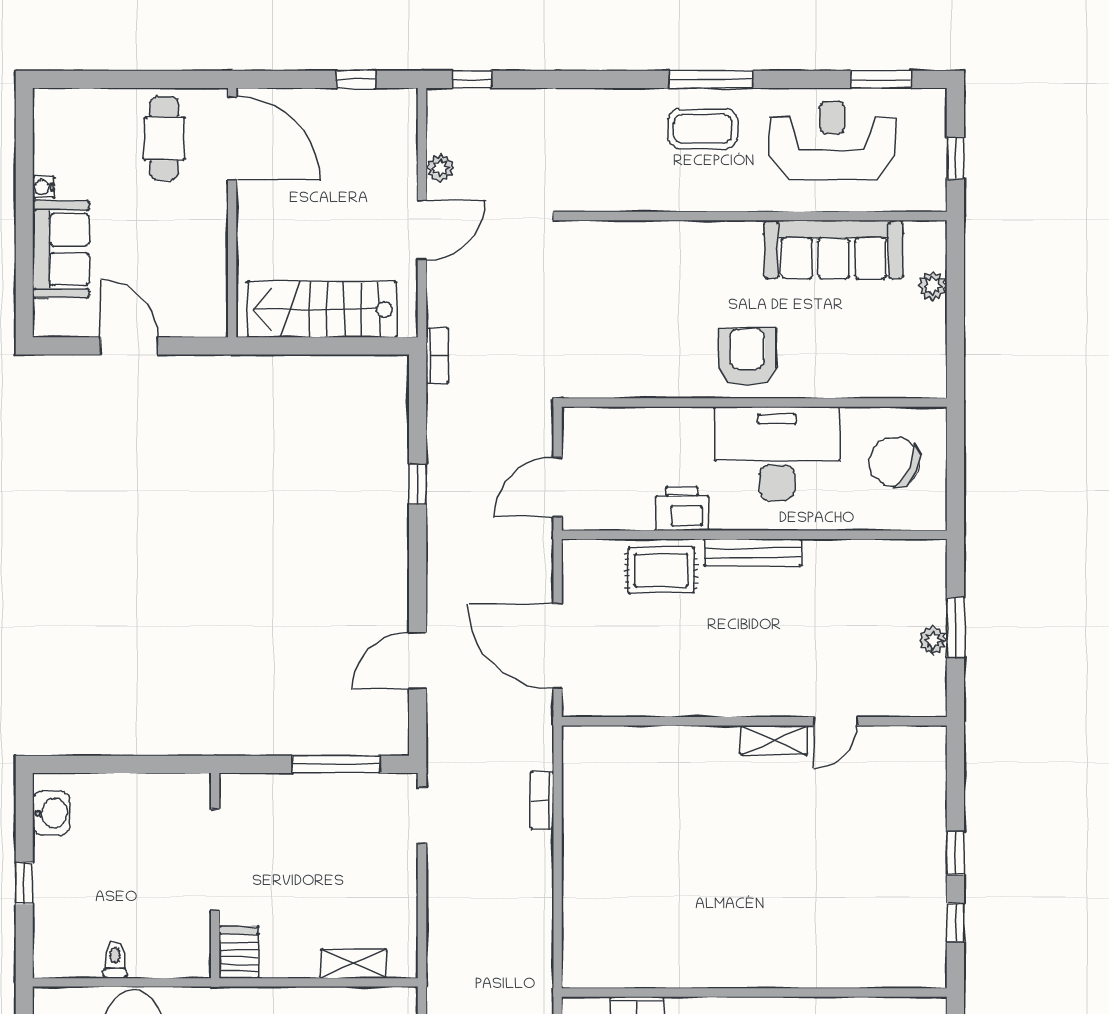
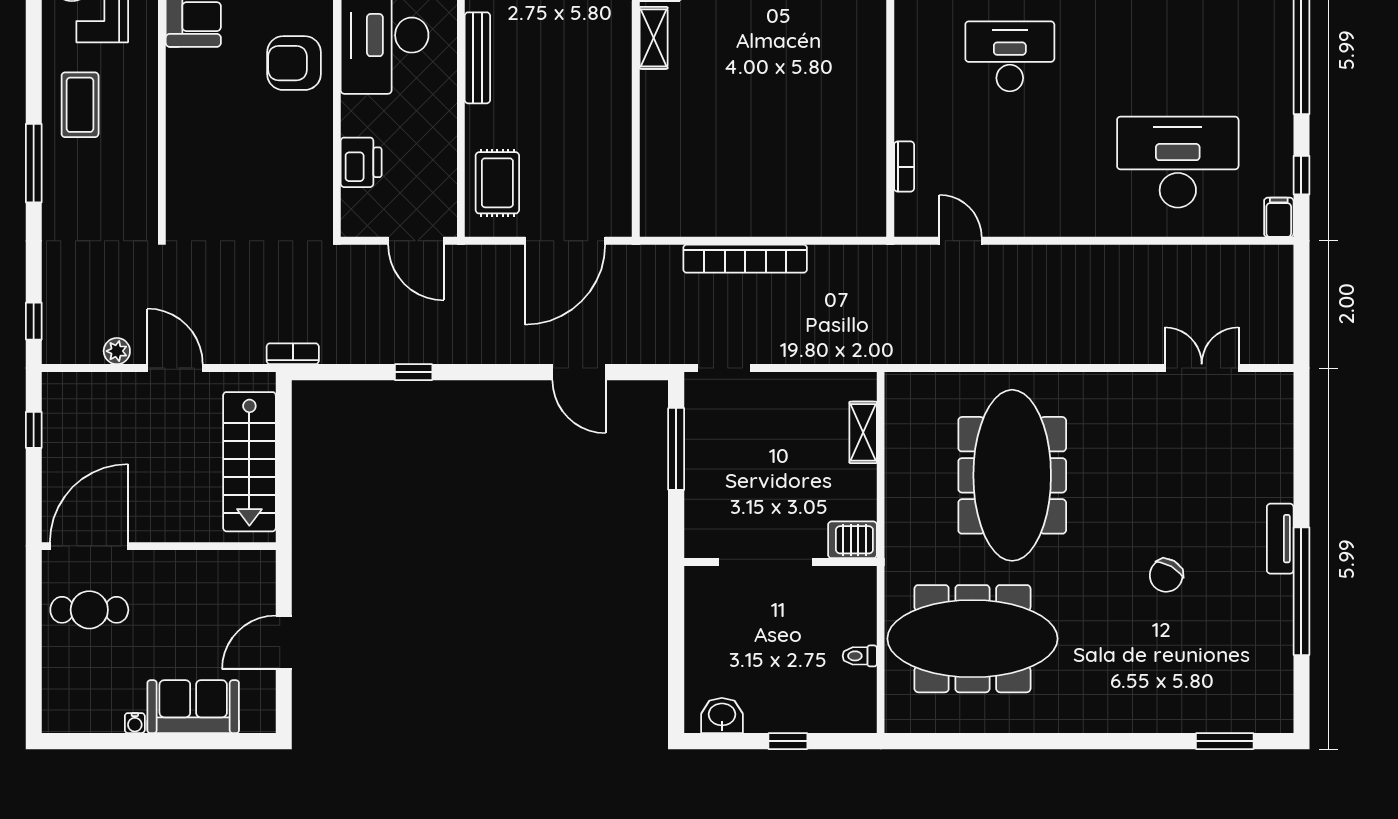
window: (711, 79) -> (34, 163), moved
printer: (682, 509) -> (361, 162), moved, turned 180
rug: (661, 570) -> (497, 183), moved
bookcase: (542, 800) -> (745, 259), width x2.31, depth x1.31

